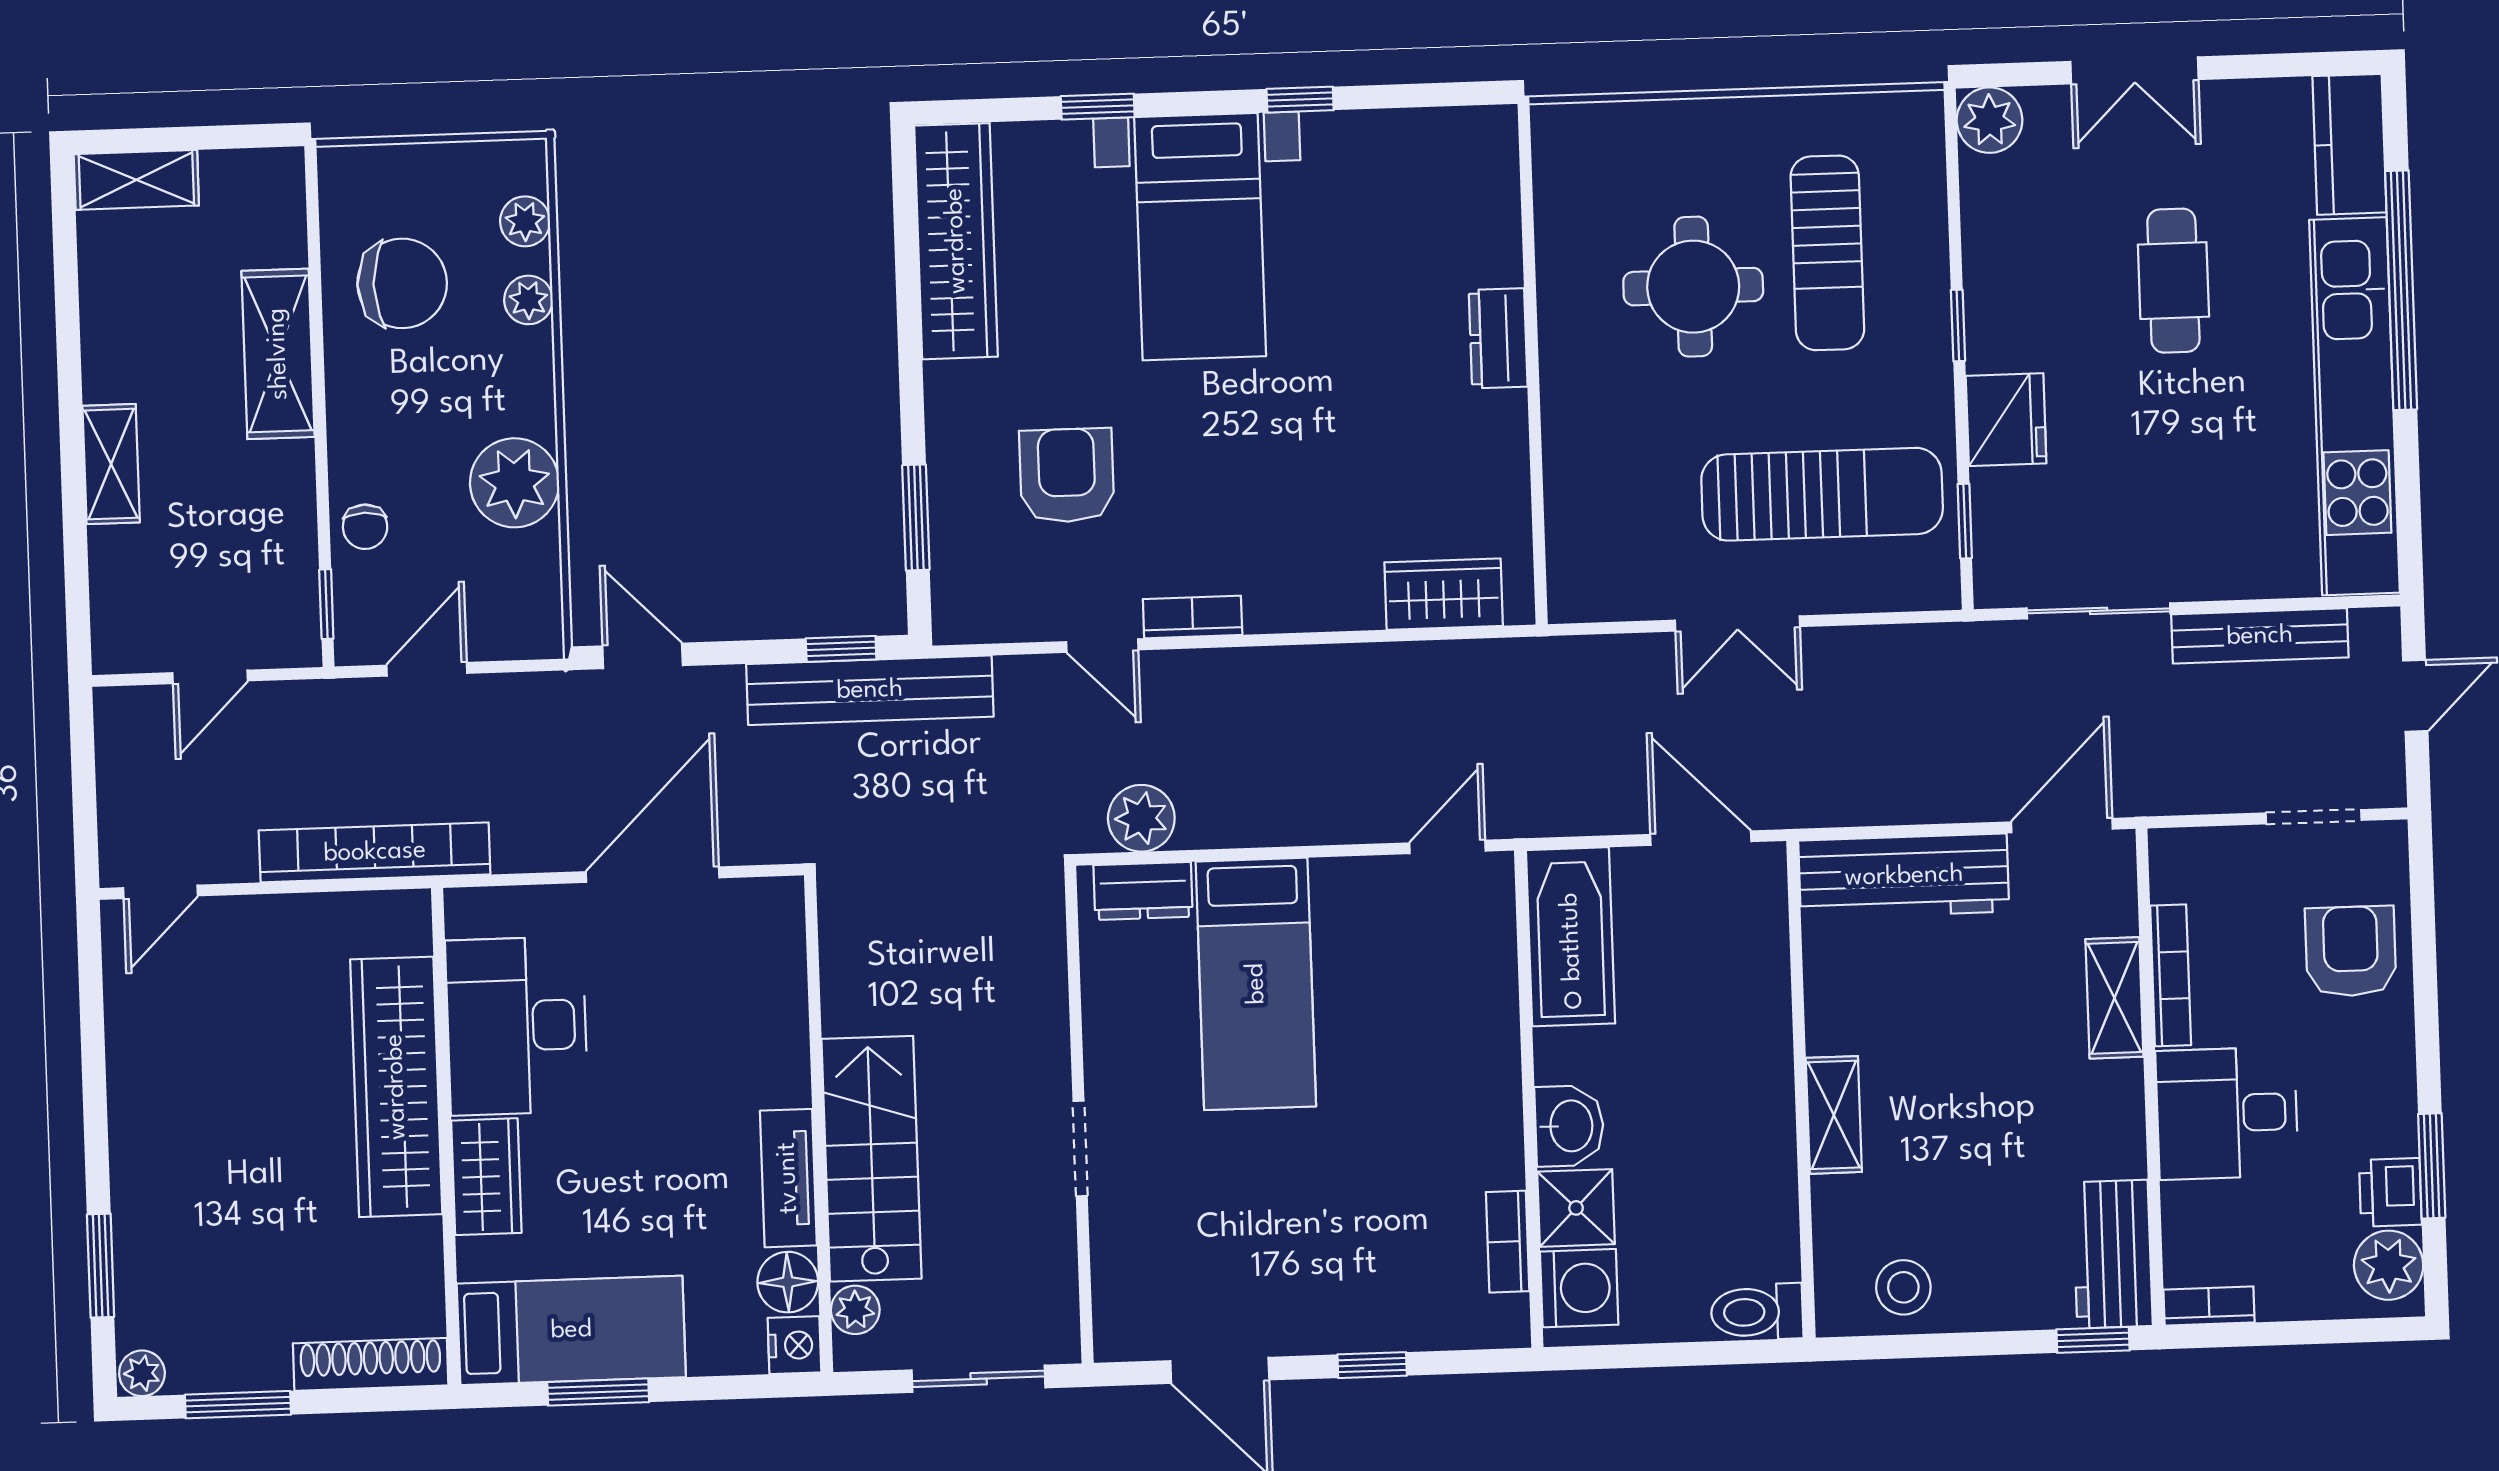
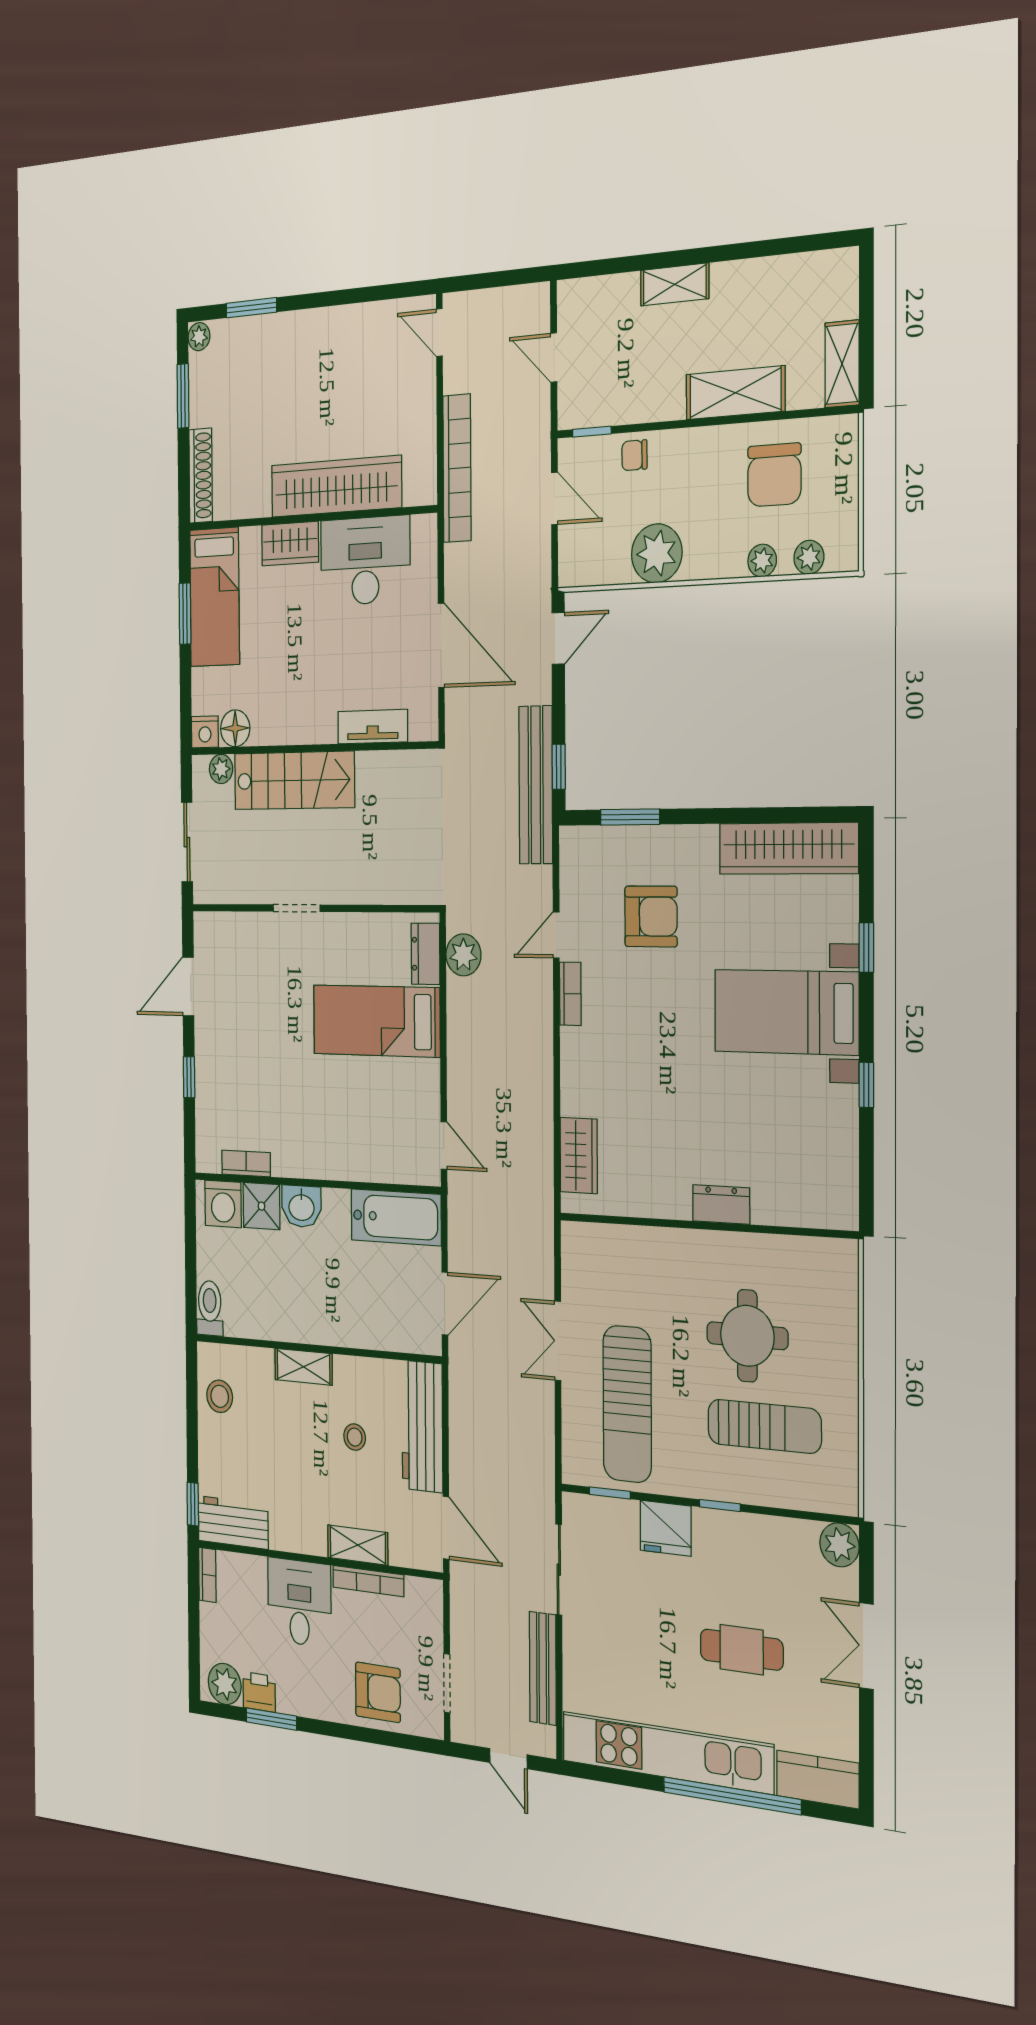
shelving: (136, 180) -> (842, 364), moved
sun lounger: (1827, 253) -> (764, 1426), turned 180
stool: (1938, 1009) -> (355, 1437), added
tv unit: (788, 1178) -> (373, 727), moved

